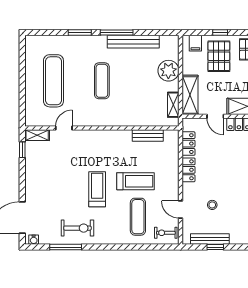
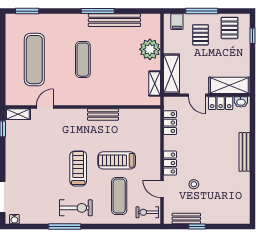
window: (80, 33) -> (27, 11), moved
window: (220, 33) -> (202, 11), width x2.17
pallet: (219, 56) -> (201, 35), width x0.67, depth x0.71
bench: (148, 135) -> (103, 114), moved
locker: (188, 170) -> (170, 163), moved
treadmill: (135, 181) -> (117, 160), turned 180
exercise bike: (77, 228) -> (76, 208), moved
bench: (210, 239) -> (186, 219), width x0.73
window: (66, 247) -> (65, 227), moved

